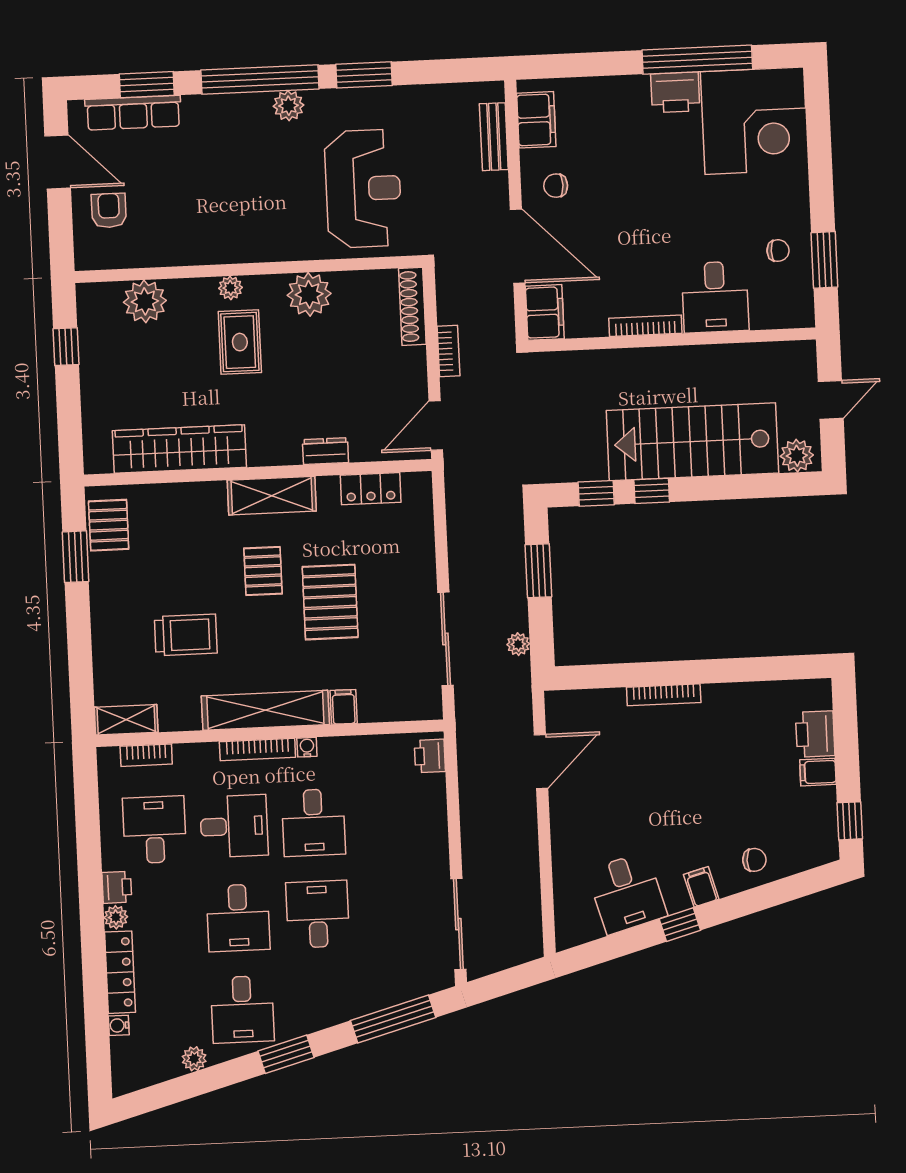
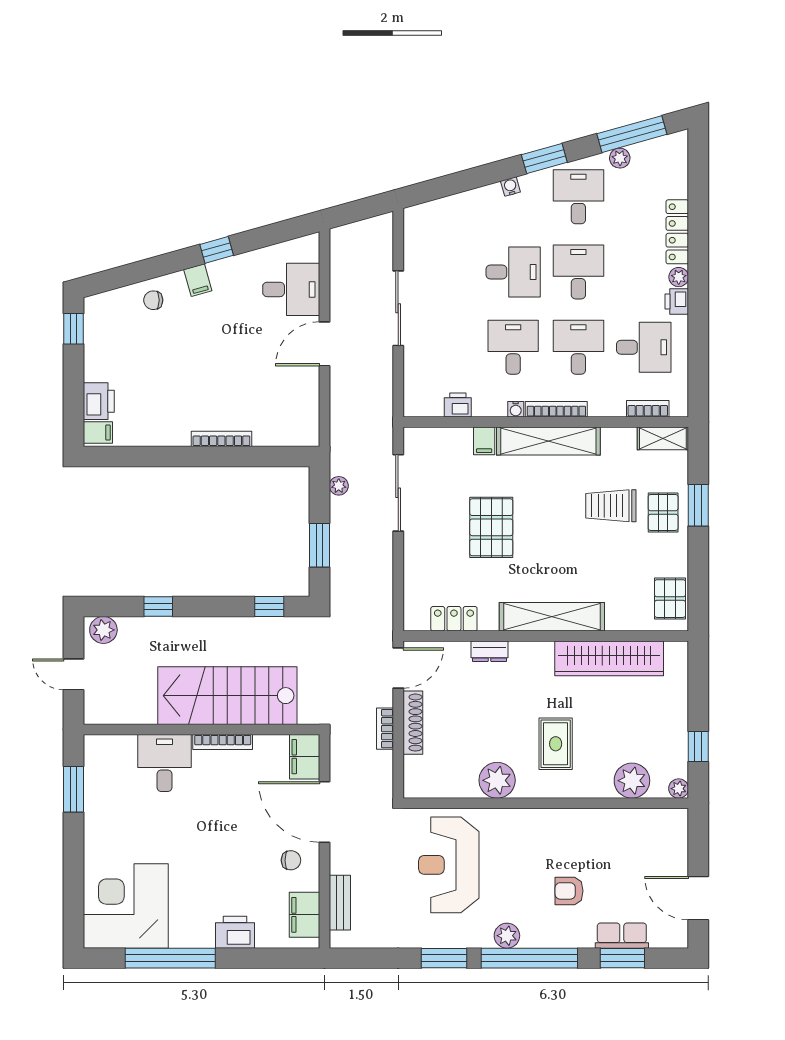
printer: (675, 92) -> (235, 932), moved
row of seats: (133, 113) -> (622, 936), width x0.68
armchair: (109, 210) -> (569, 891), moved, turned 90
chair: (778, 251) -> (111, 799), removed
plant: (230, 288) -> (679, 789), moved
shoe rack: (412, 306) -> (413, 723), moved
door: (831, 400) -> (74, 674), hinge flipped
stairs: (692, 442) -> (227, 696), moved, turned 180
window: (652, 491) -> (158, 606), moved
shelving: (272, 496) -> (552, 617), width x1.47
window: (76, 557) -> (698, 505), moved
pallet: (263, 571) -> (663, 512), moved
printer: (430, 756) -> (458, 405), moved, turned -90
door: (541, 761) -> (324, 344), moved
filing cabinet: (818, 772) -> (98, 432), moved
desk: (234, 826) -> (578, 347), turned 90
desk: (154, 830) -> (644, 347), turned -90
desk: (627, 893) -> (291, 289), moved, turned 106
desk: (318, 914) -> (513, 272), turned -90
sliding door: (458, 924) -> (398, 308), moved
window: (393, 1019) -> (632, 134), moved
water cooler: (119, 1025) -> (510, 187), moved, turned -106

